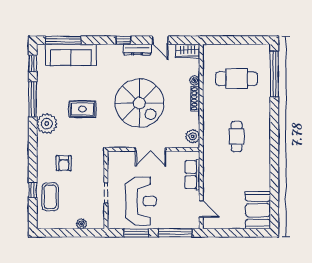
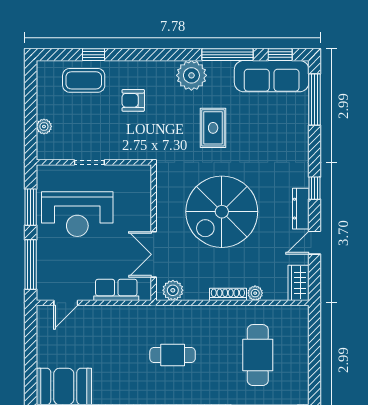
sofa: (71, 55) -> (272, 76), moved, turned -90
double door: (151, 149) -> (154, 254), moved

